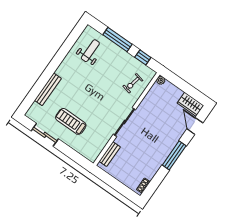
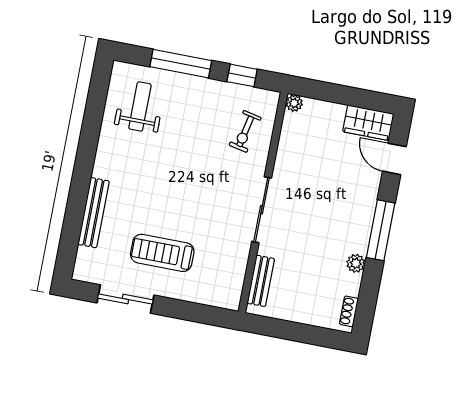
plant: (156, 165) -> (356, 263), added

